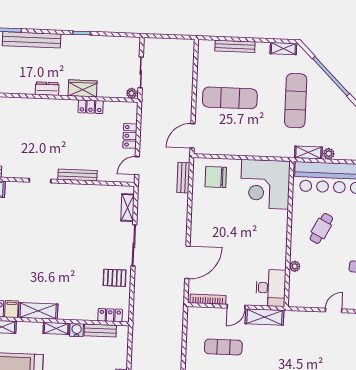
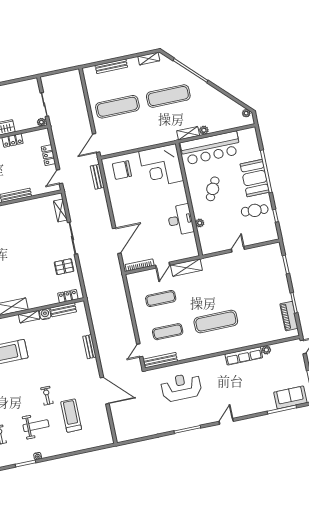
exercise mat: (296, 101) -> (168, 96), turned 90
desk: (271, 288) -> (180, 220), moved

